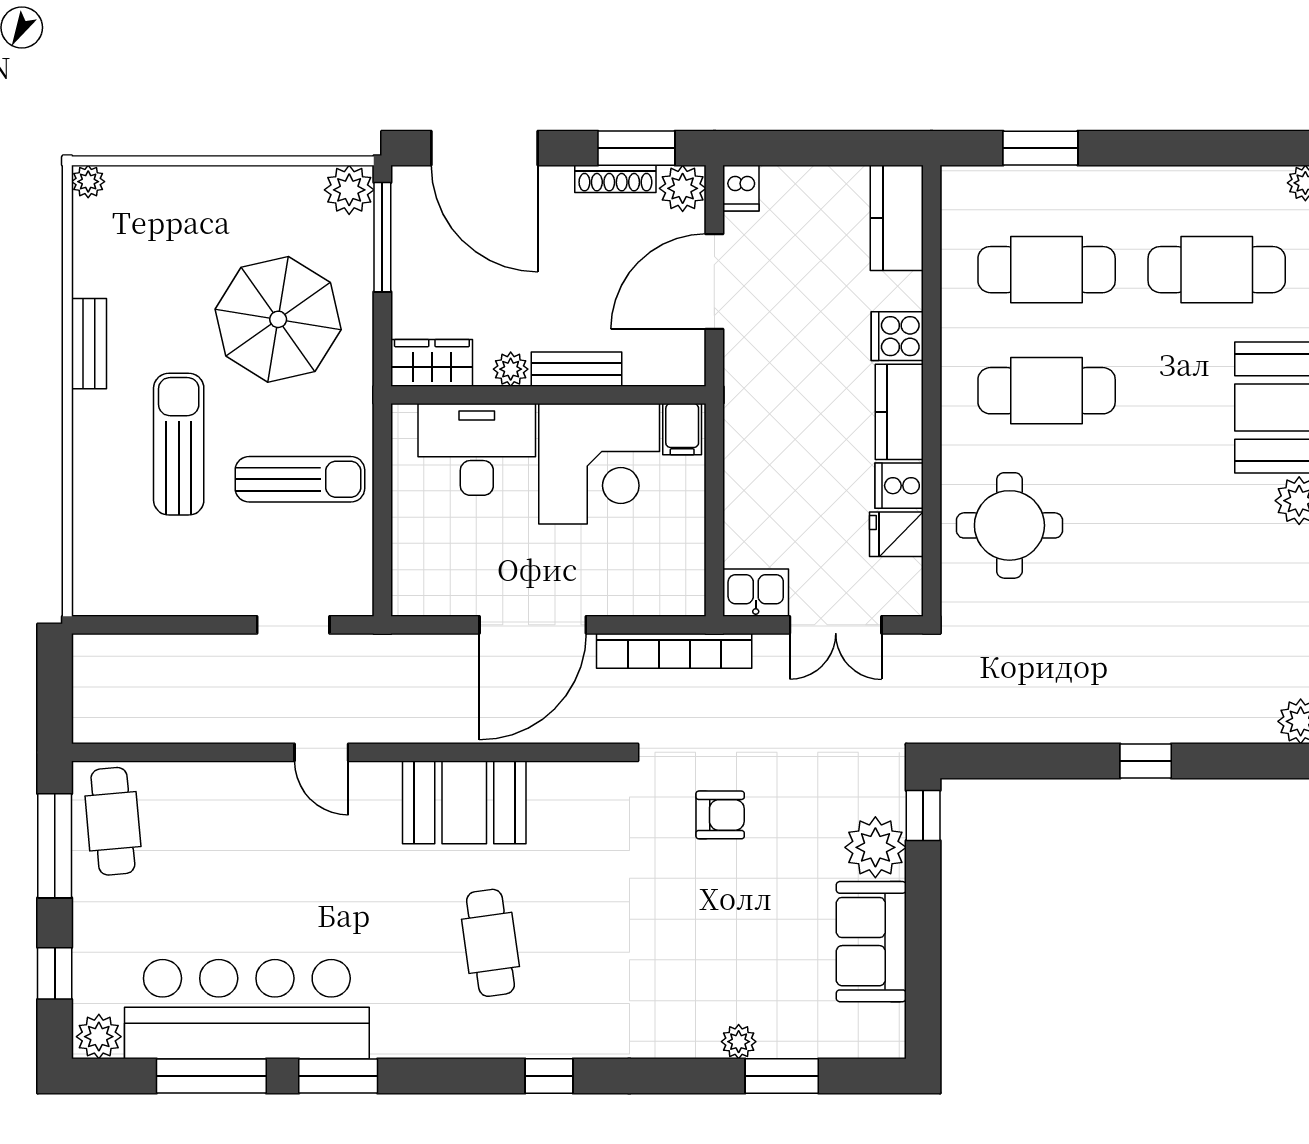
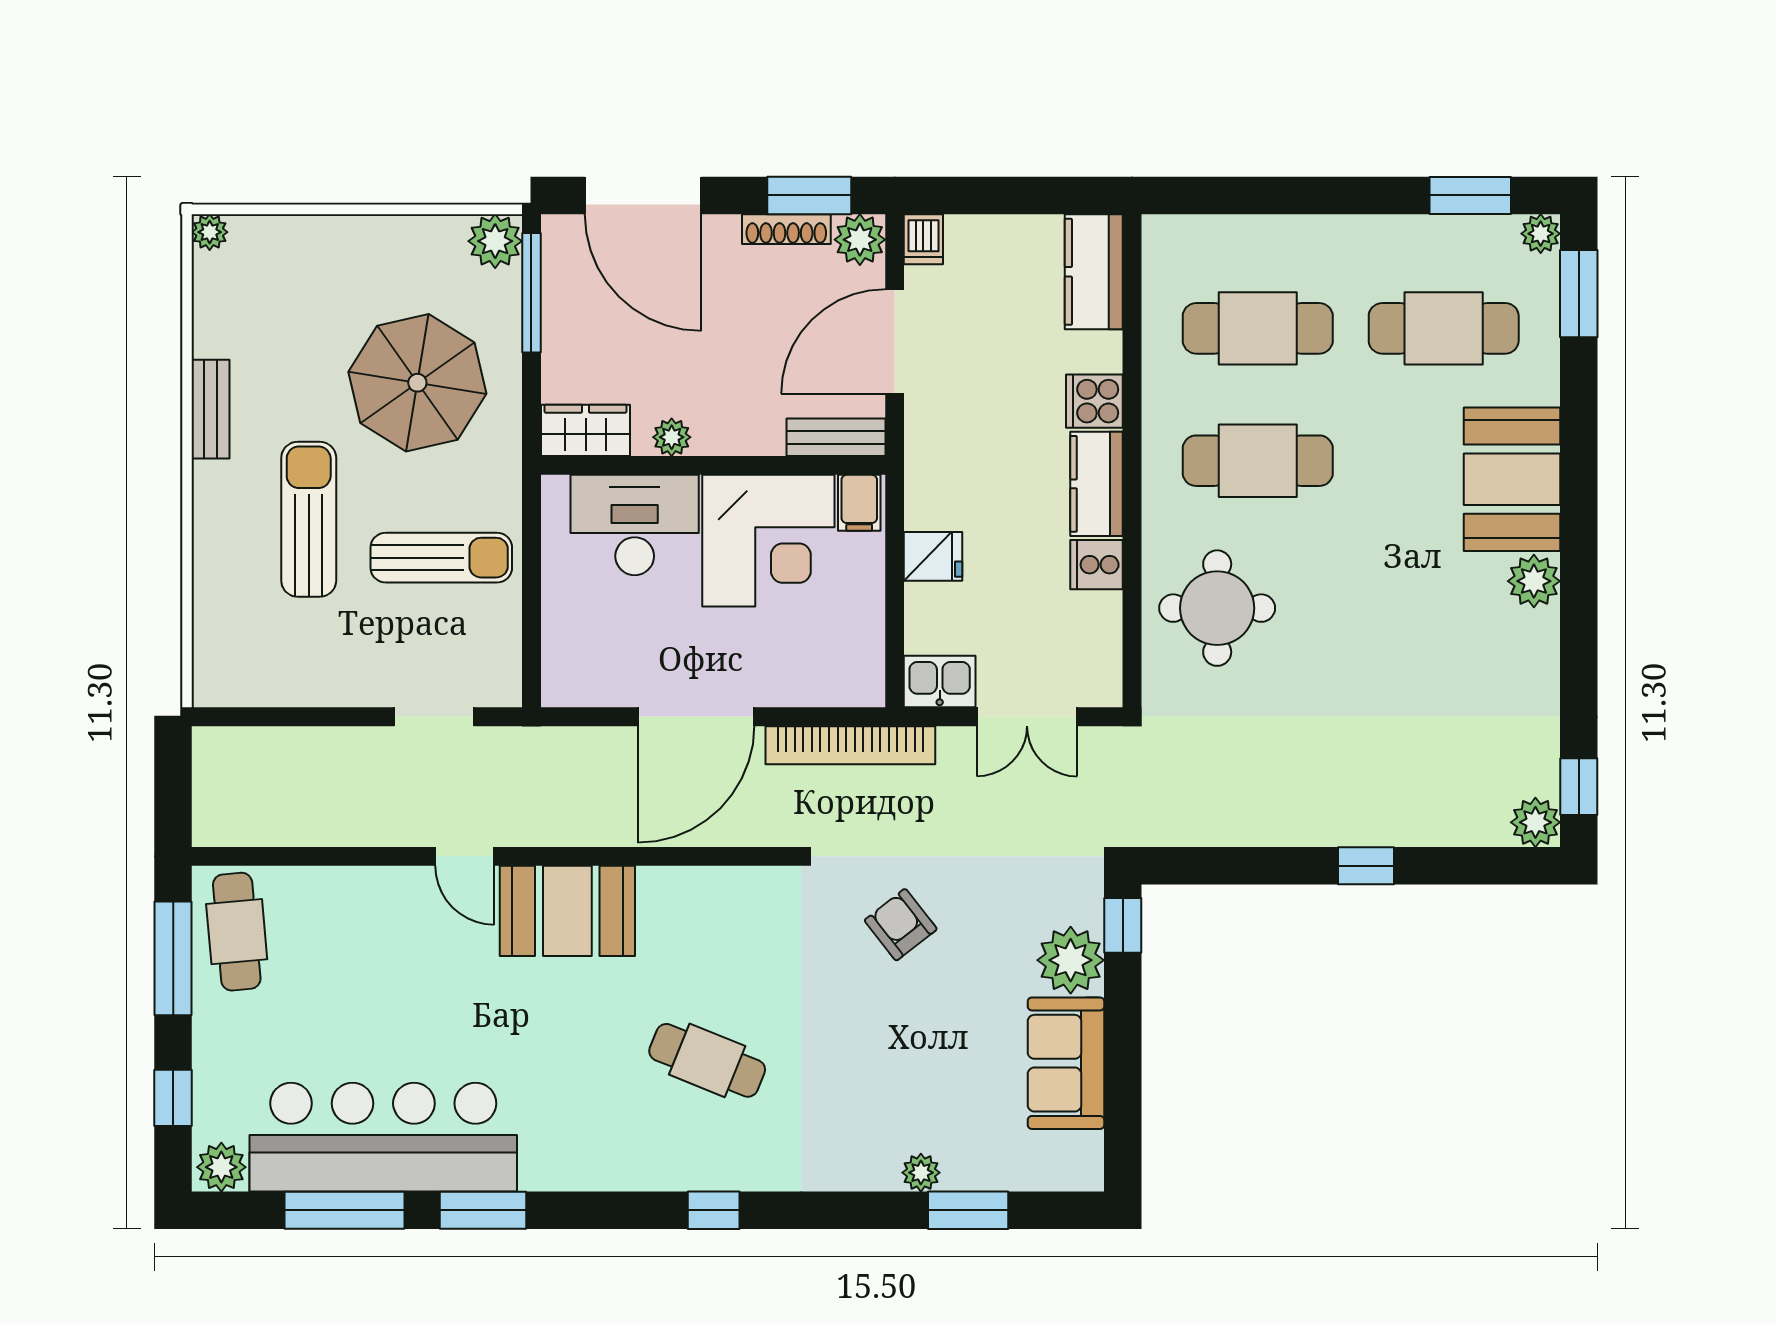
window: (1040, 148) -> (1470, 195), moved
bench: (576, 369) -> (836, 437), moved
fridge: (896, 534) -> (933, 556), moved, turned 180
booth: (464, 802) -> (567, 911), moved
armchair: (720, 815) -> (901, 925), turned -128
cafe table: (490, 943) -> (707, 1060), moved, turned -60

